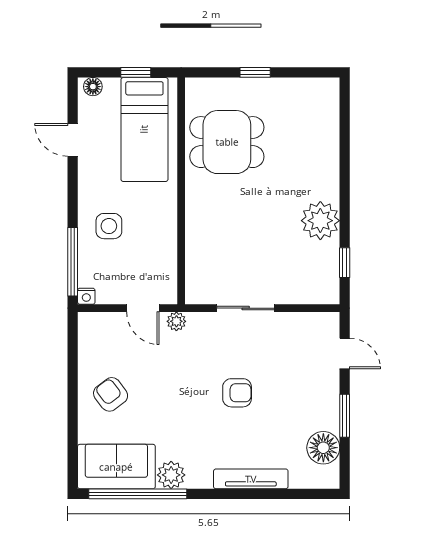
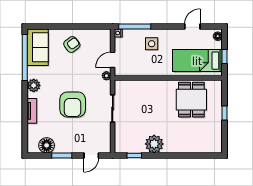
armchair: (237, 393) -> (73, 104), width x1.88, depth x1.88
plant: (171, 475) -> (34, 85), moved
tv unit: (251, 479) -> (32, 111), width x0.71

